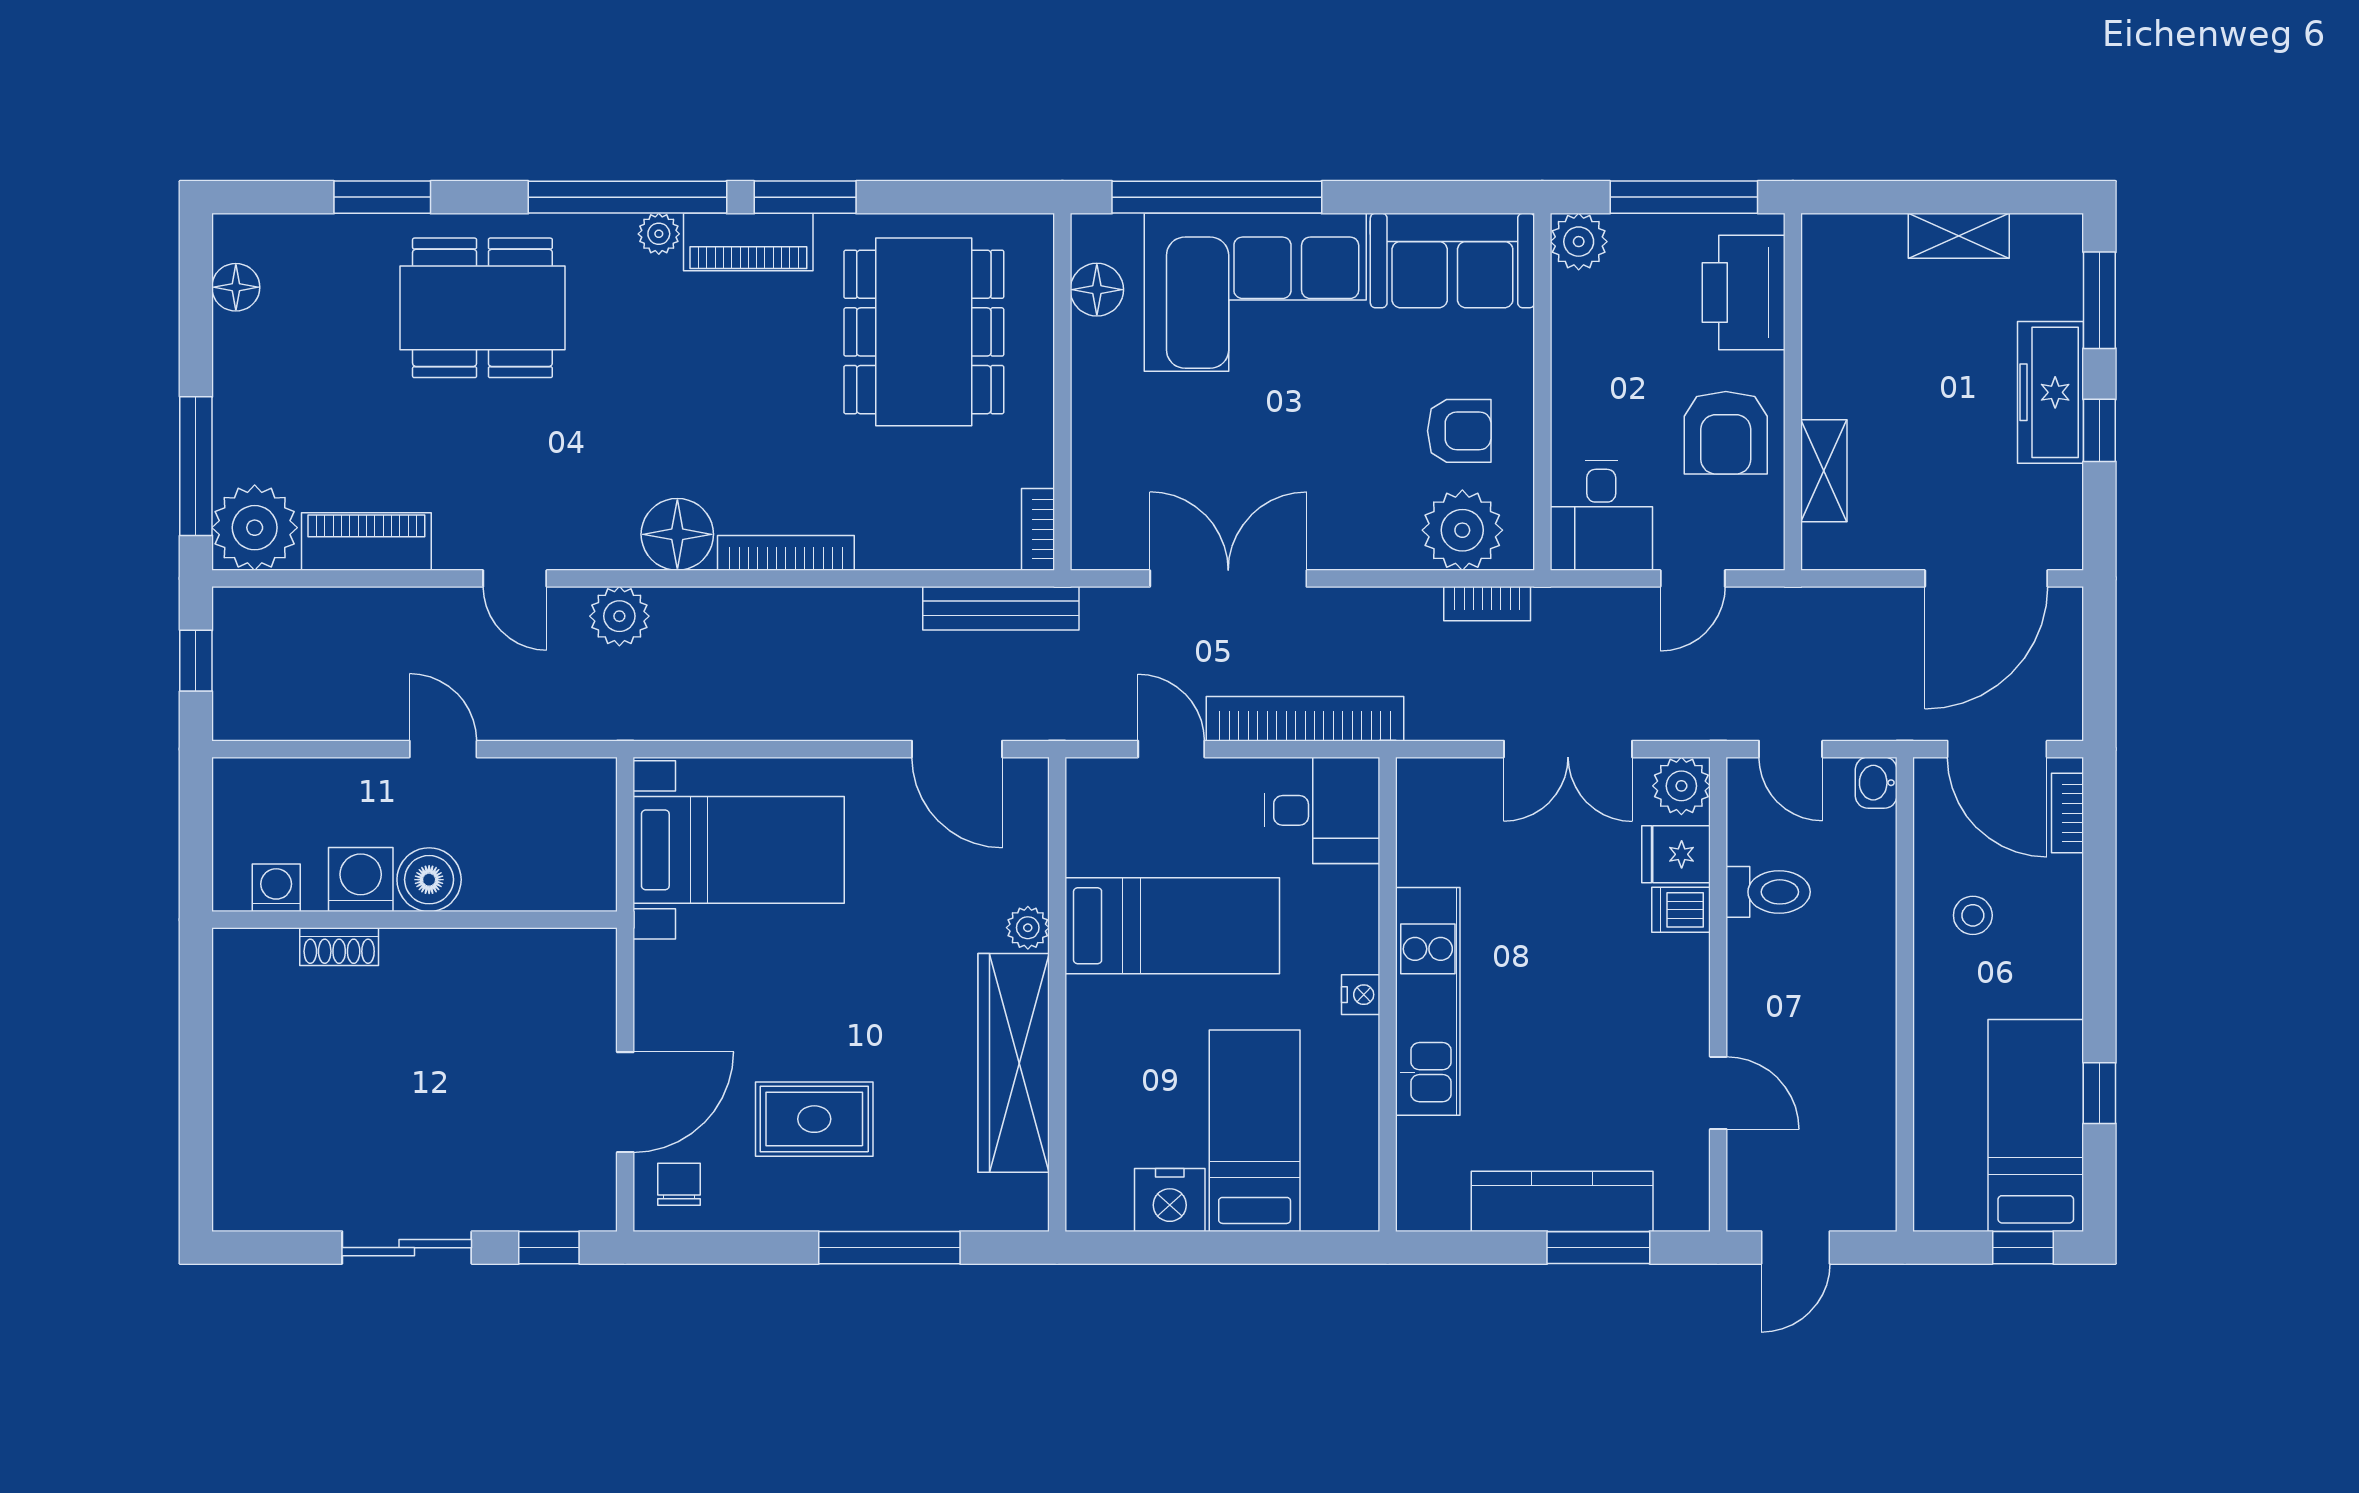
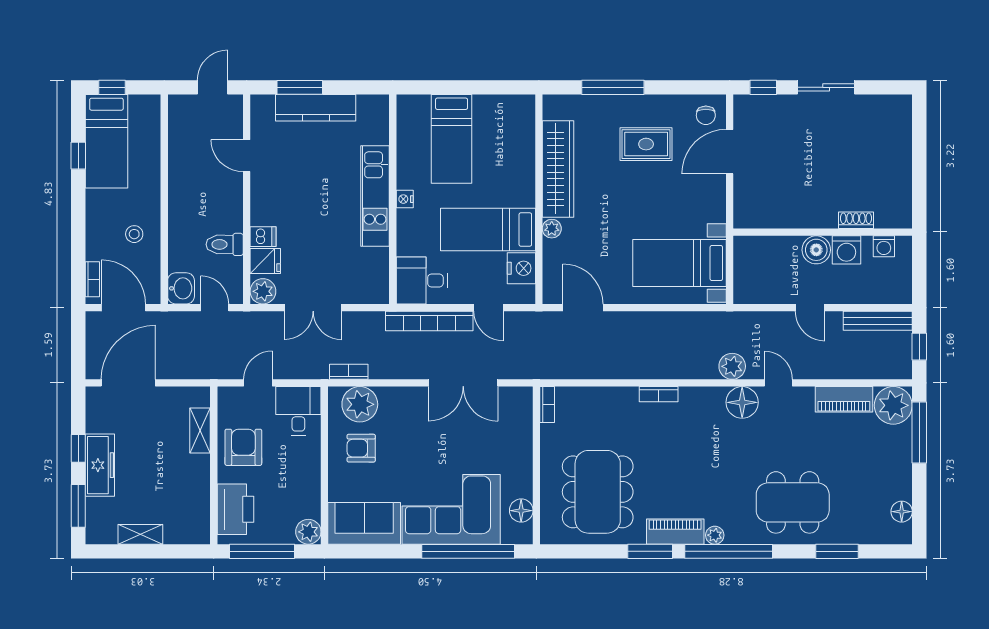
floor lamp: (677, 534) -> (742, 402), moved
bookcase: (786, 553) -> (659, 394), width x0.64
bench: (1001, 608) -> (878, 321), moved
double door: (1568, 749) -> (313, 308), swing flipped
washbasin: (1876, 783) -> (181, 288), width x1.38, depth x1.45
nightstand: (1170, 1200) -> (521, 268), moved, turned 90

